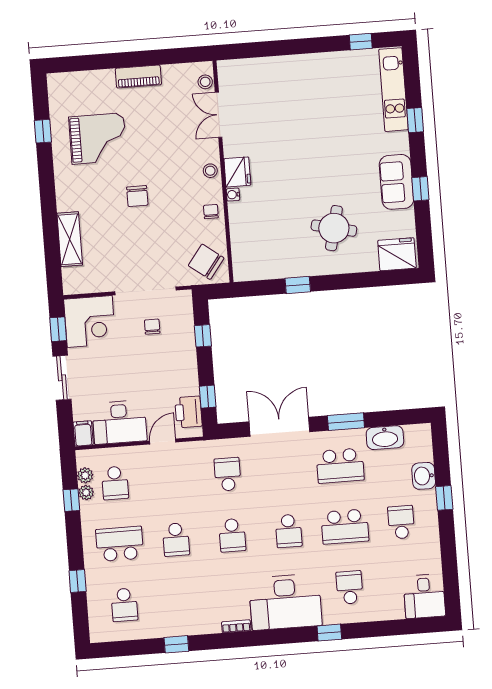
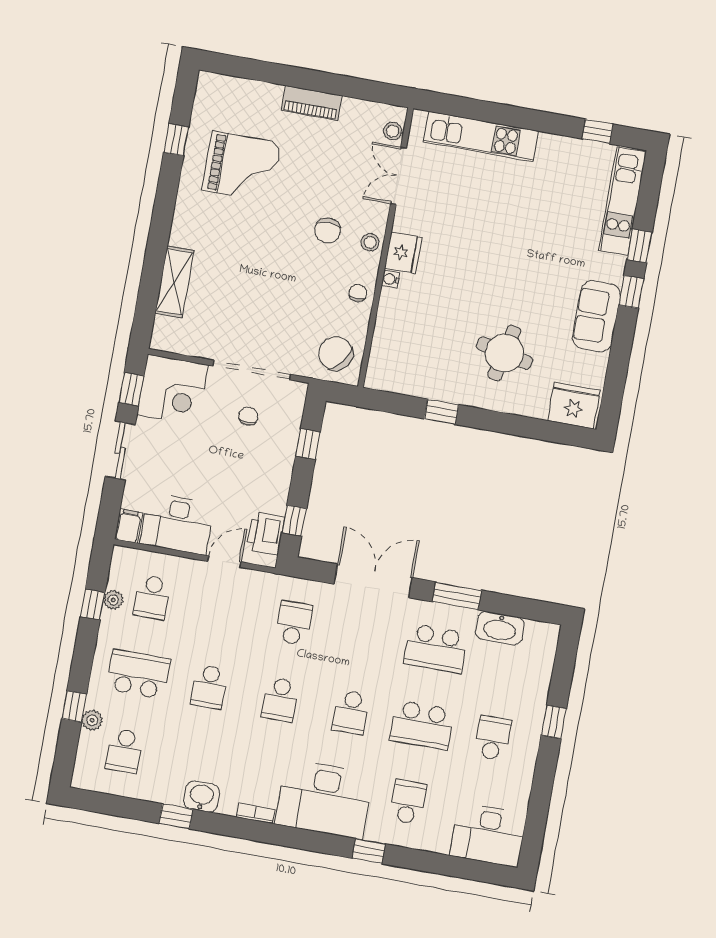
kitchen unit: (273, 68) -> (481, 136), added
window: (420, 189) -> (631, 292), moved
chair: (137, 196) -> (327, 231), moved
plant: (85, 475) -> (92, 720), moved
washbasin: (424, 476) -> (202, 796), moved, turned 90
desk: (424, 596) -> (488, 835), width x1.37

